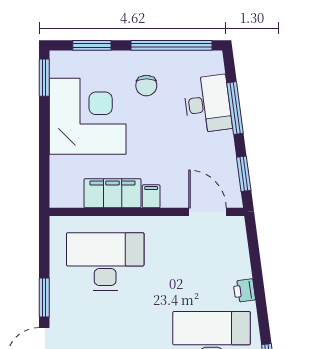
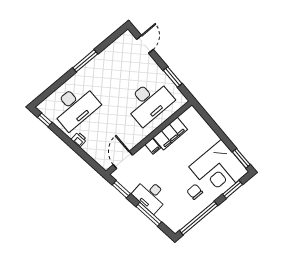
desk: (208, 104) -> (150, 195), moved
corner desk: (88, 116) -> (219, 169), moved
door: (208, 212) -> (123, 160), swing flipped
window: (44, 298) -> (173, 77), moved

